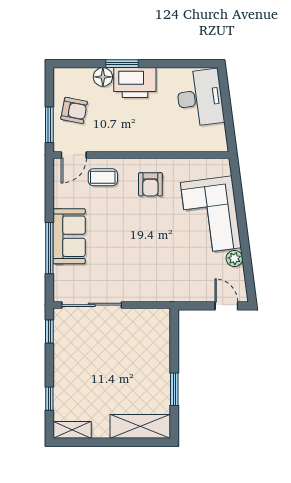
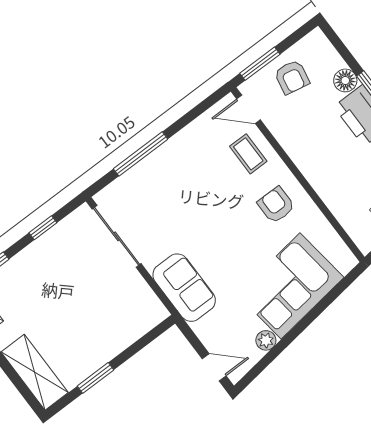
armchair: (150, 184) -> (276, 205), turned 90
sofa: (69, 236) -> (184, 288), moved, turned -90
door: (226, 306) -> (214, 367), hinge flipped
window: (49, 332) -> (43, 228), moved

